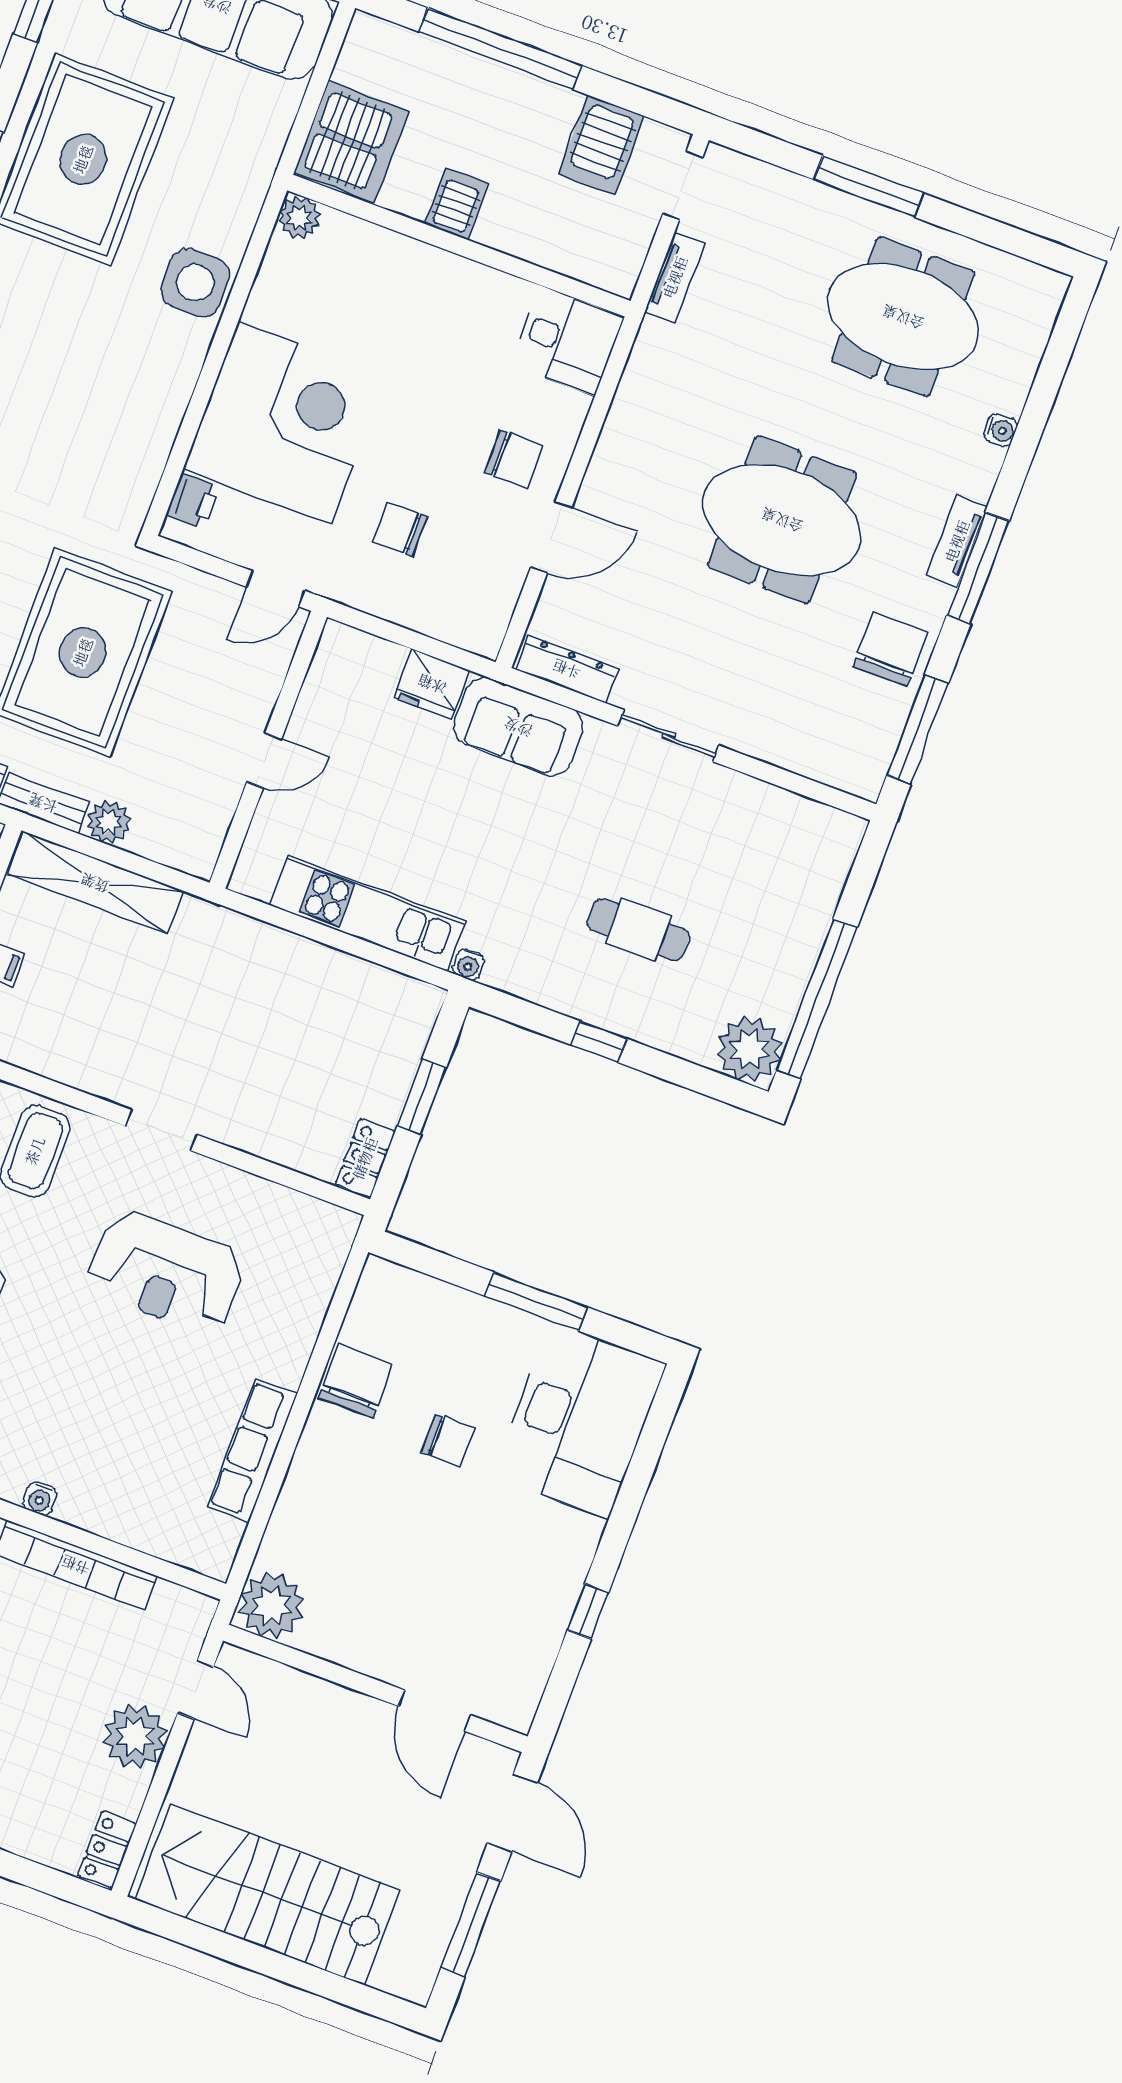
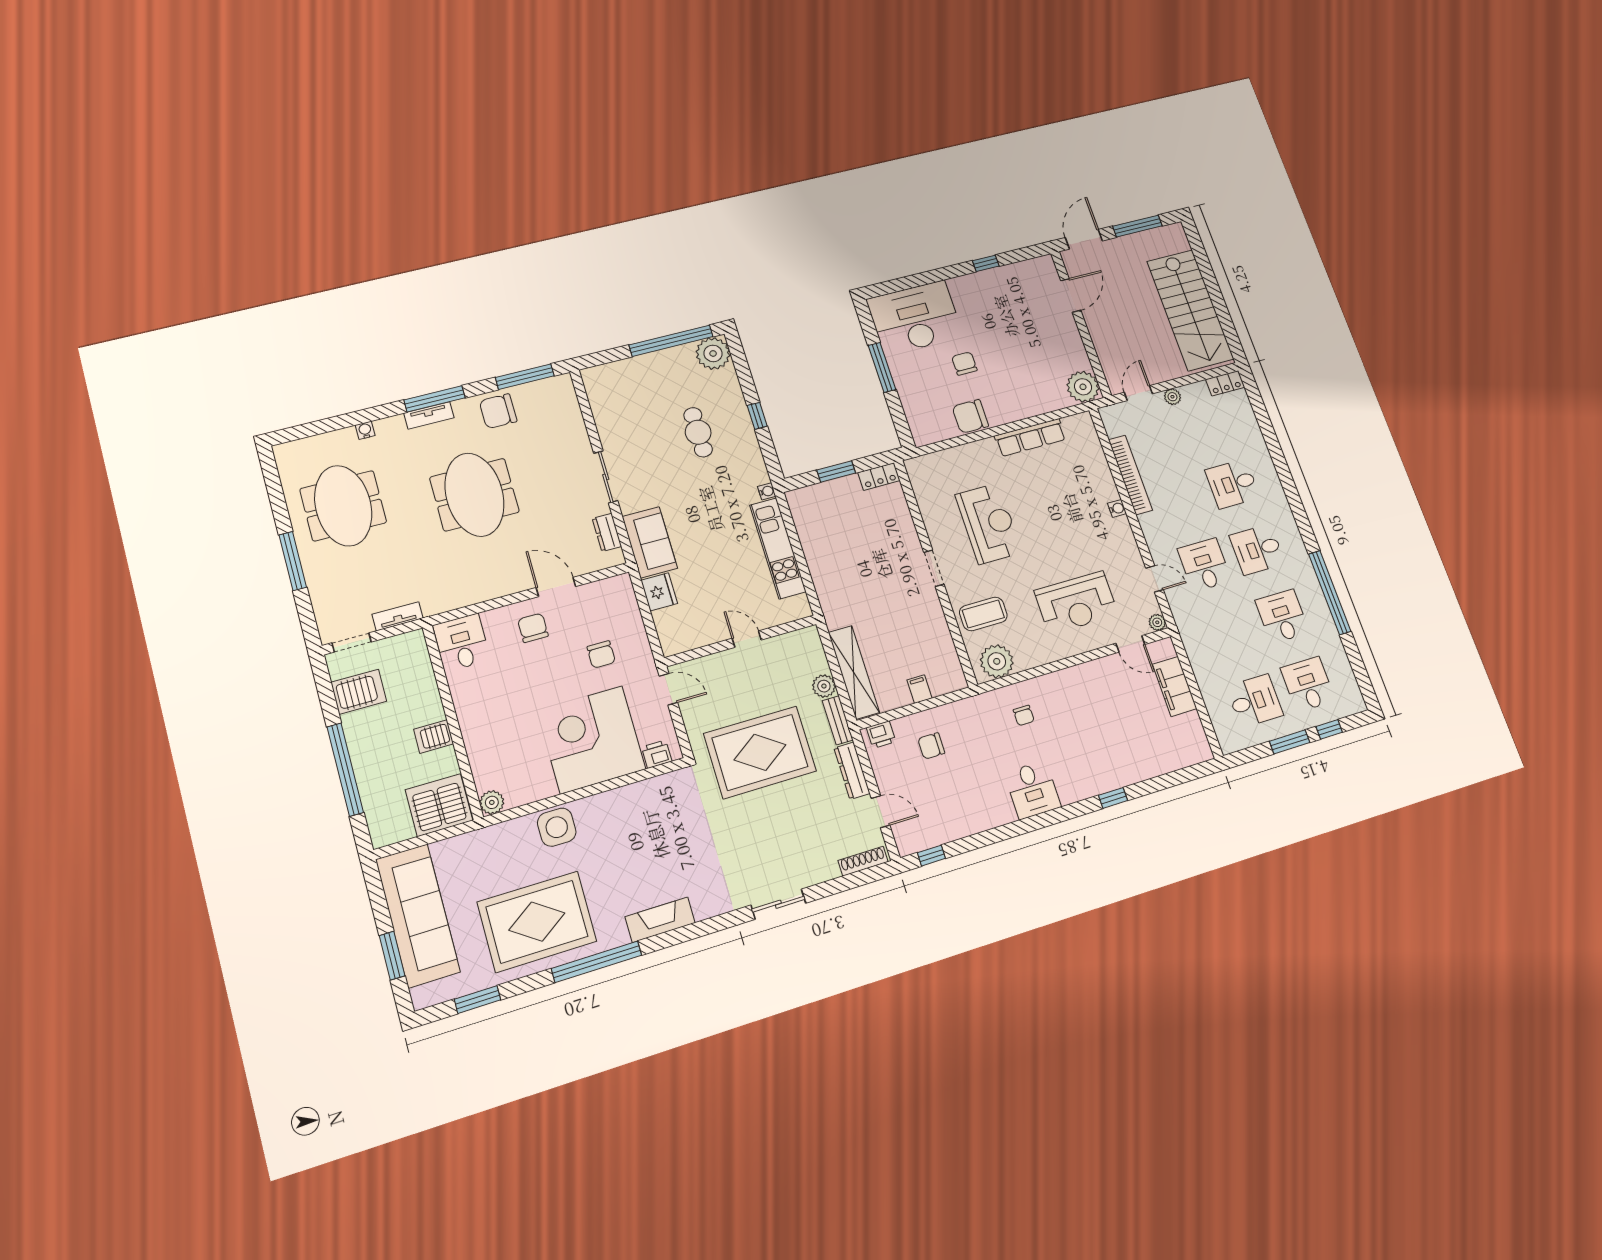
dresser: (567, 669) -> (607, 532), width x0.70
plant: (135, 1736) -> (1172, 397), width x0.53, depth x0.53

